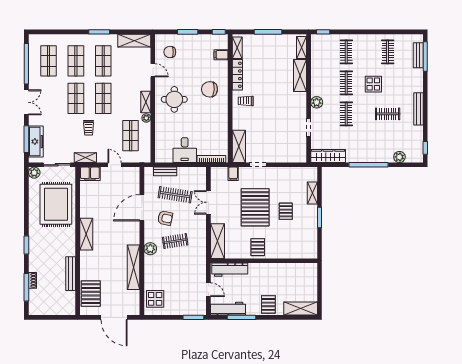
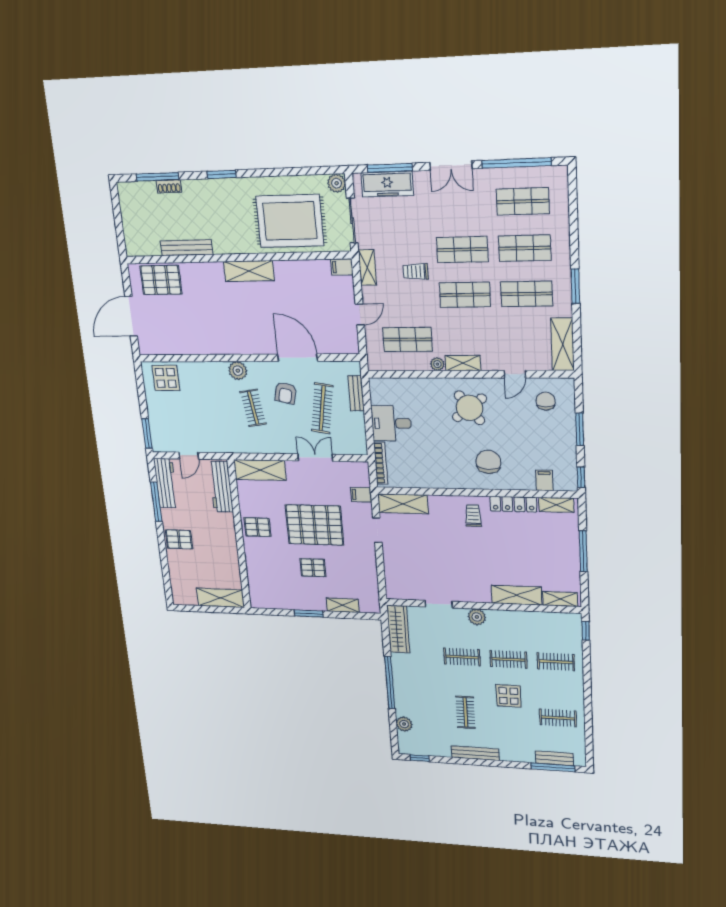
round table: (174, 99) -> (470, 408), turned -37
filing cabinet: (90, 174) -> (342, 267), width x0.50
shelving: (134, 267) -> (208, 345), removed
shelving: (301, 309) -> (220, 598), moved, turned 90

